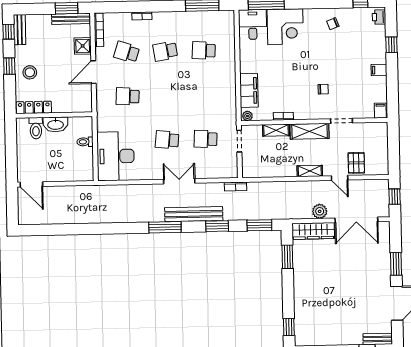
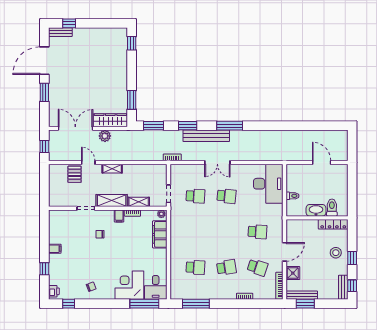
filing cabinet: (380, 111) -> (119, 216), moved
door: (31, 184) -> (322, 162), moved

